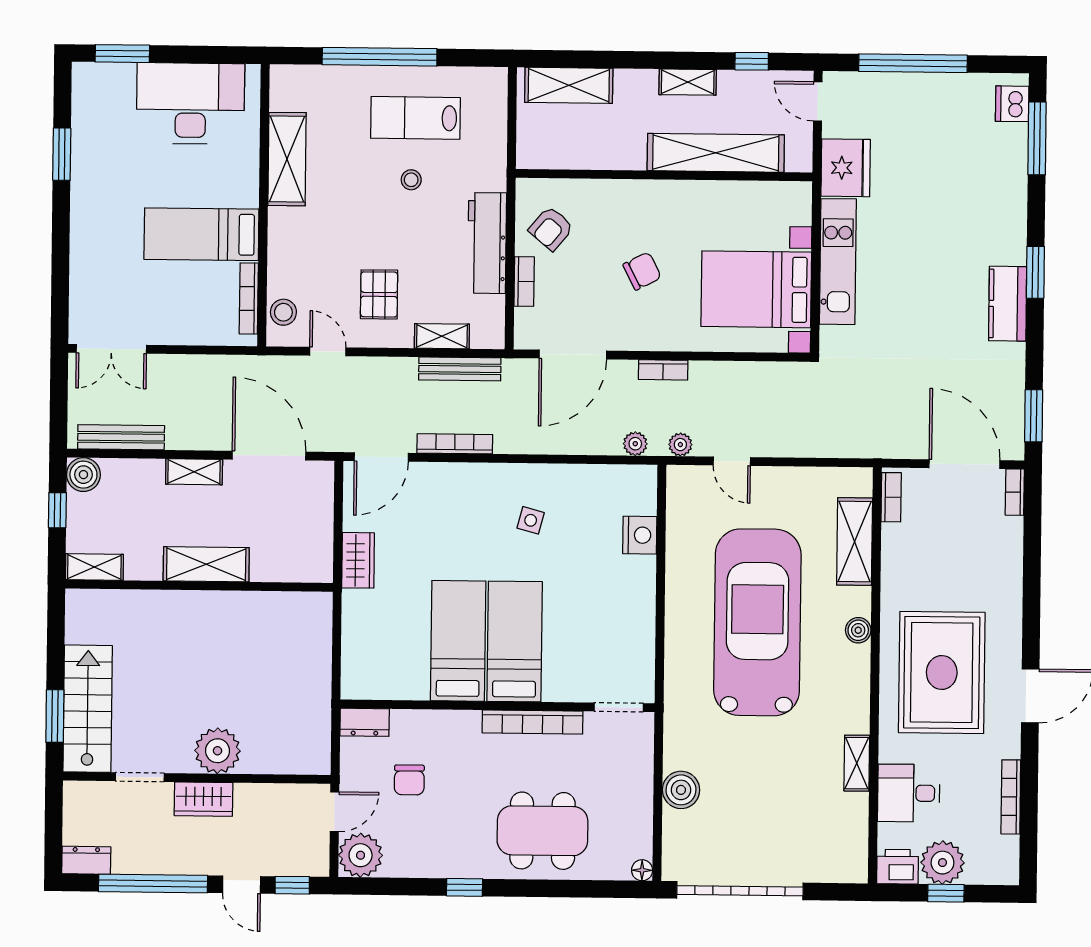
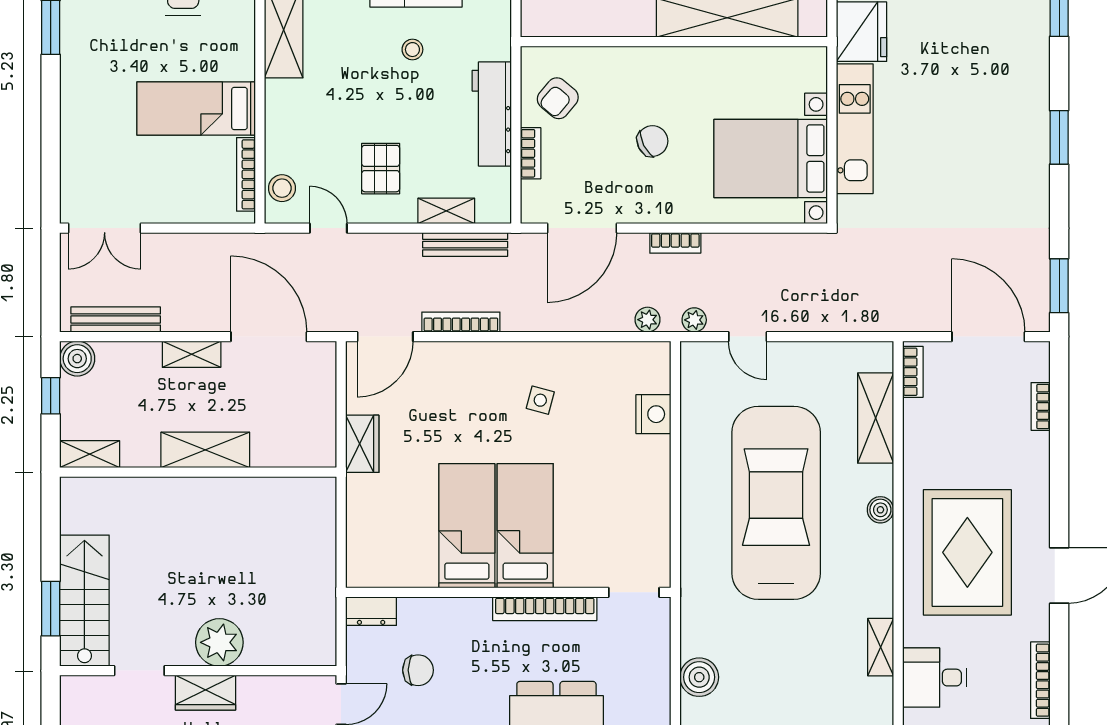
kitchen counter: (1008, 304) -> (1031, 170), removed
bookcase: (1015, 492) -> (1041, 406), moved
chair: (409, 780) -> (418, 670), turned -90

